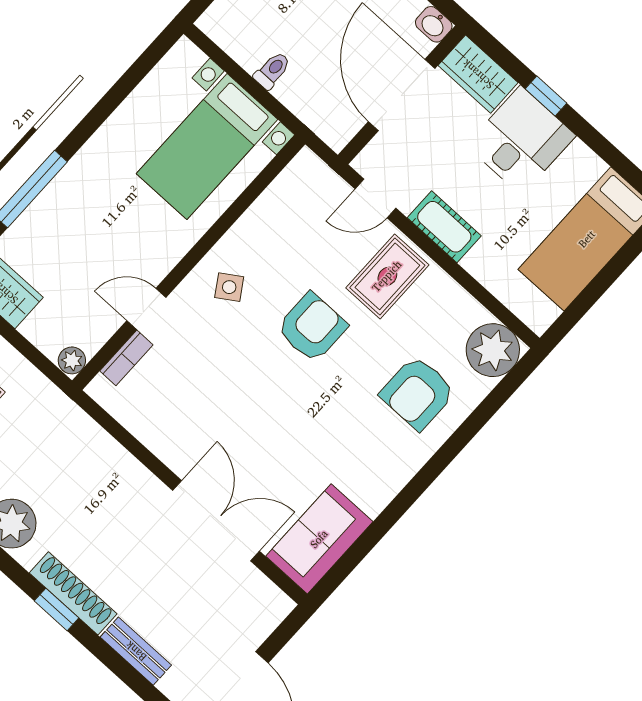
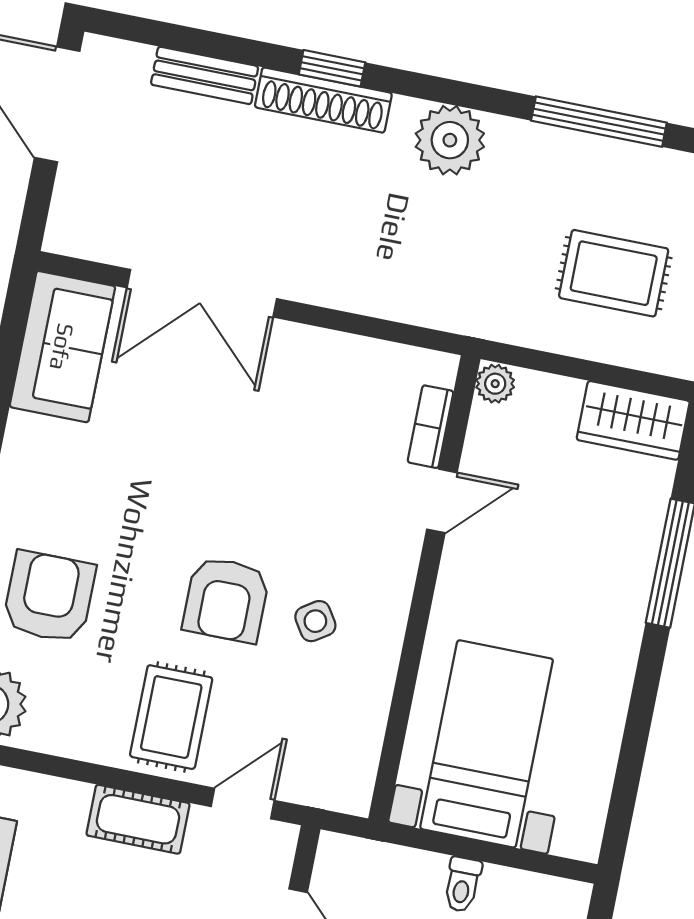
side table: (229, 287) -> (315, 621), moved

